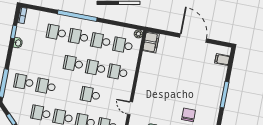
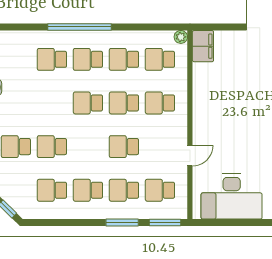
door: (130, 108) -> (190, 156), swing flipped

